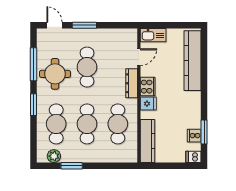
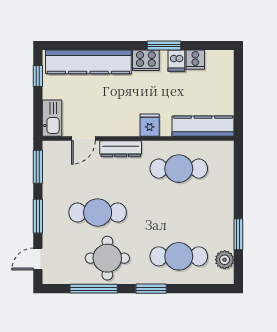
window: (119, 25) -> (38, 167), added
window: (183, 25) -> (38, 76), added
door: (139, 57) -> (83, 139), swing flipped
cooker: (148, 87) -> (146, 60), moved, turned 180
cafe table: (87, 124) -> (179, 212), removed
window: (204, 132) -> (164, 46), moved
dishwasher: (193, 157) -> (176, 61), moved

